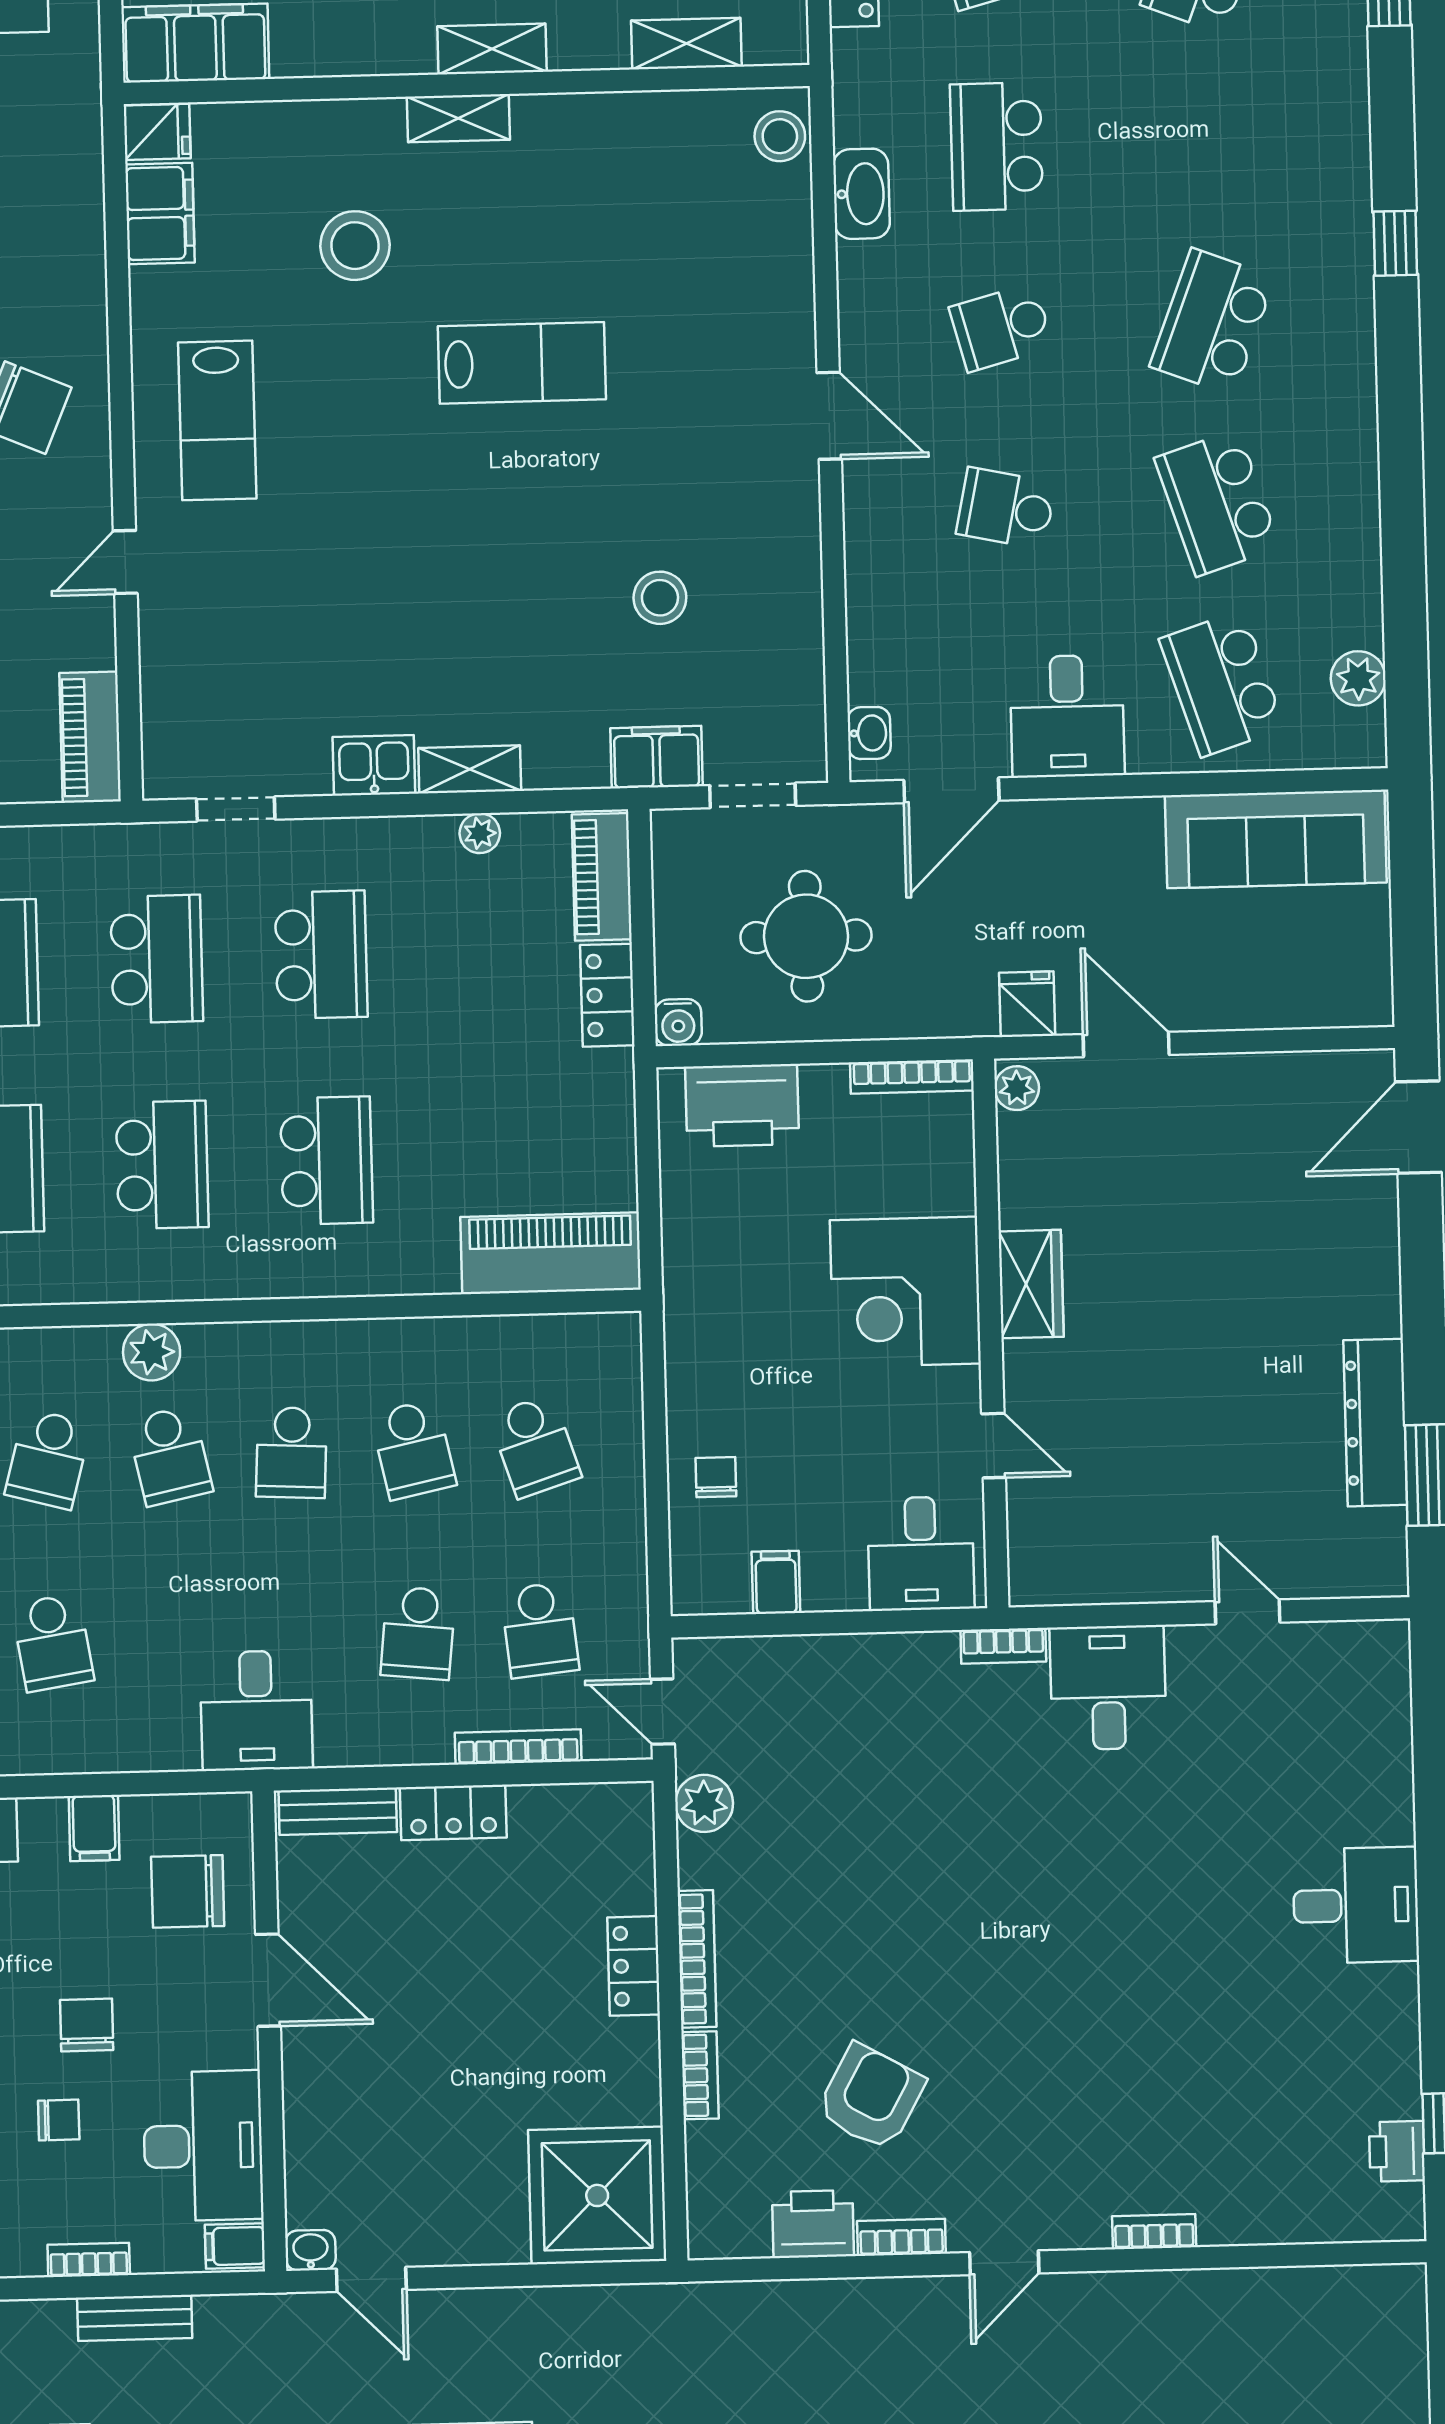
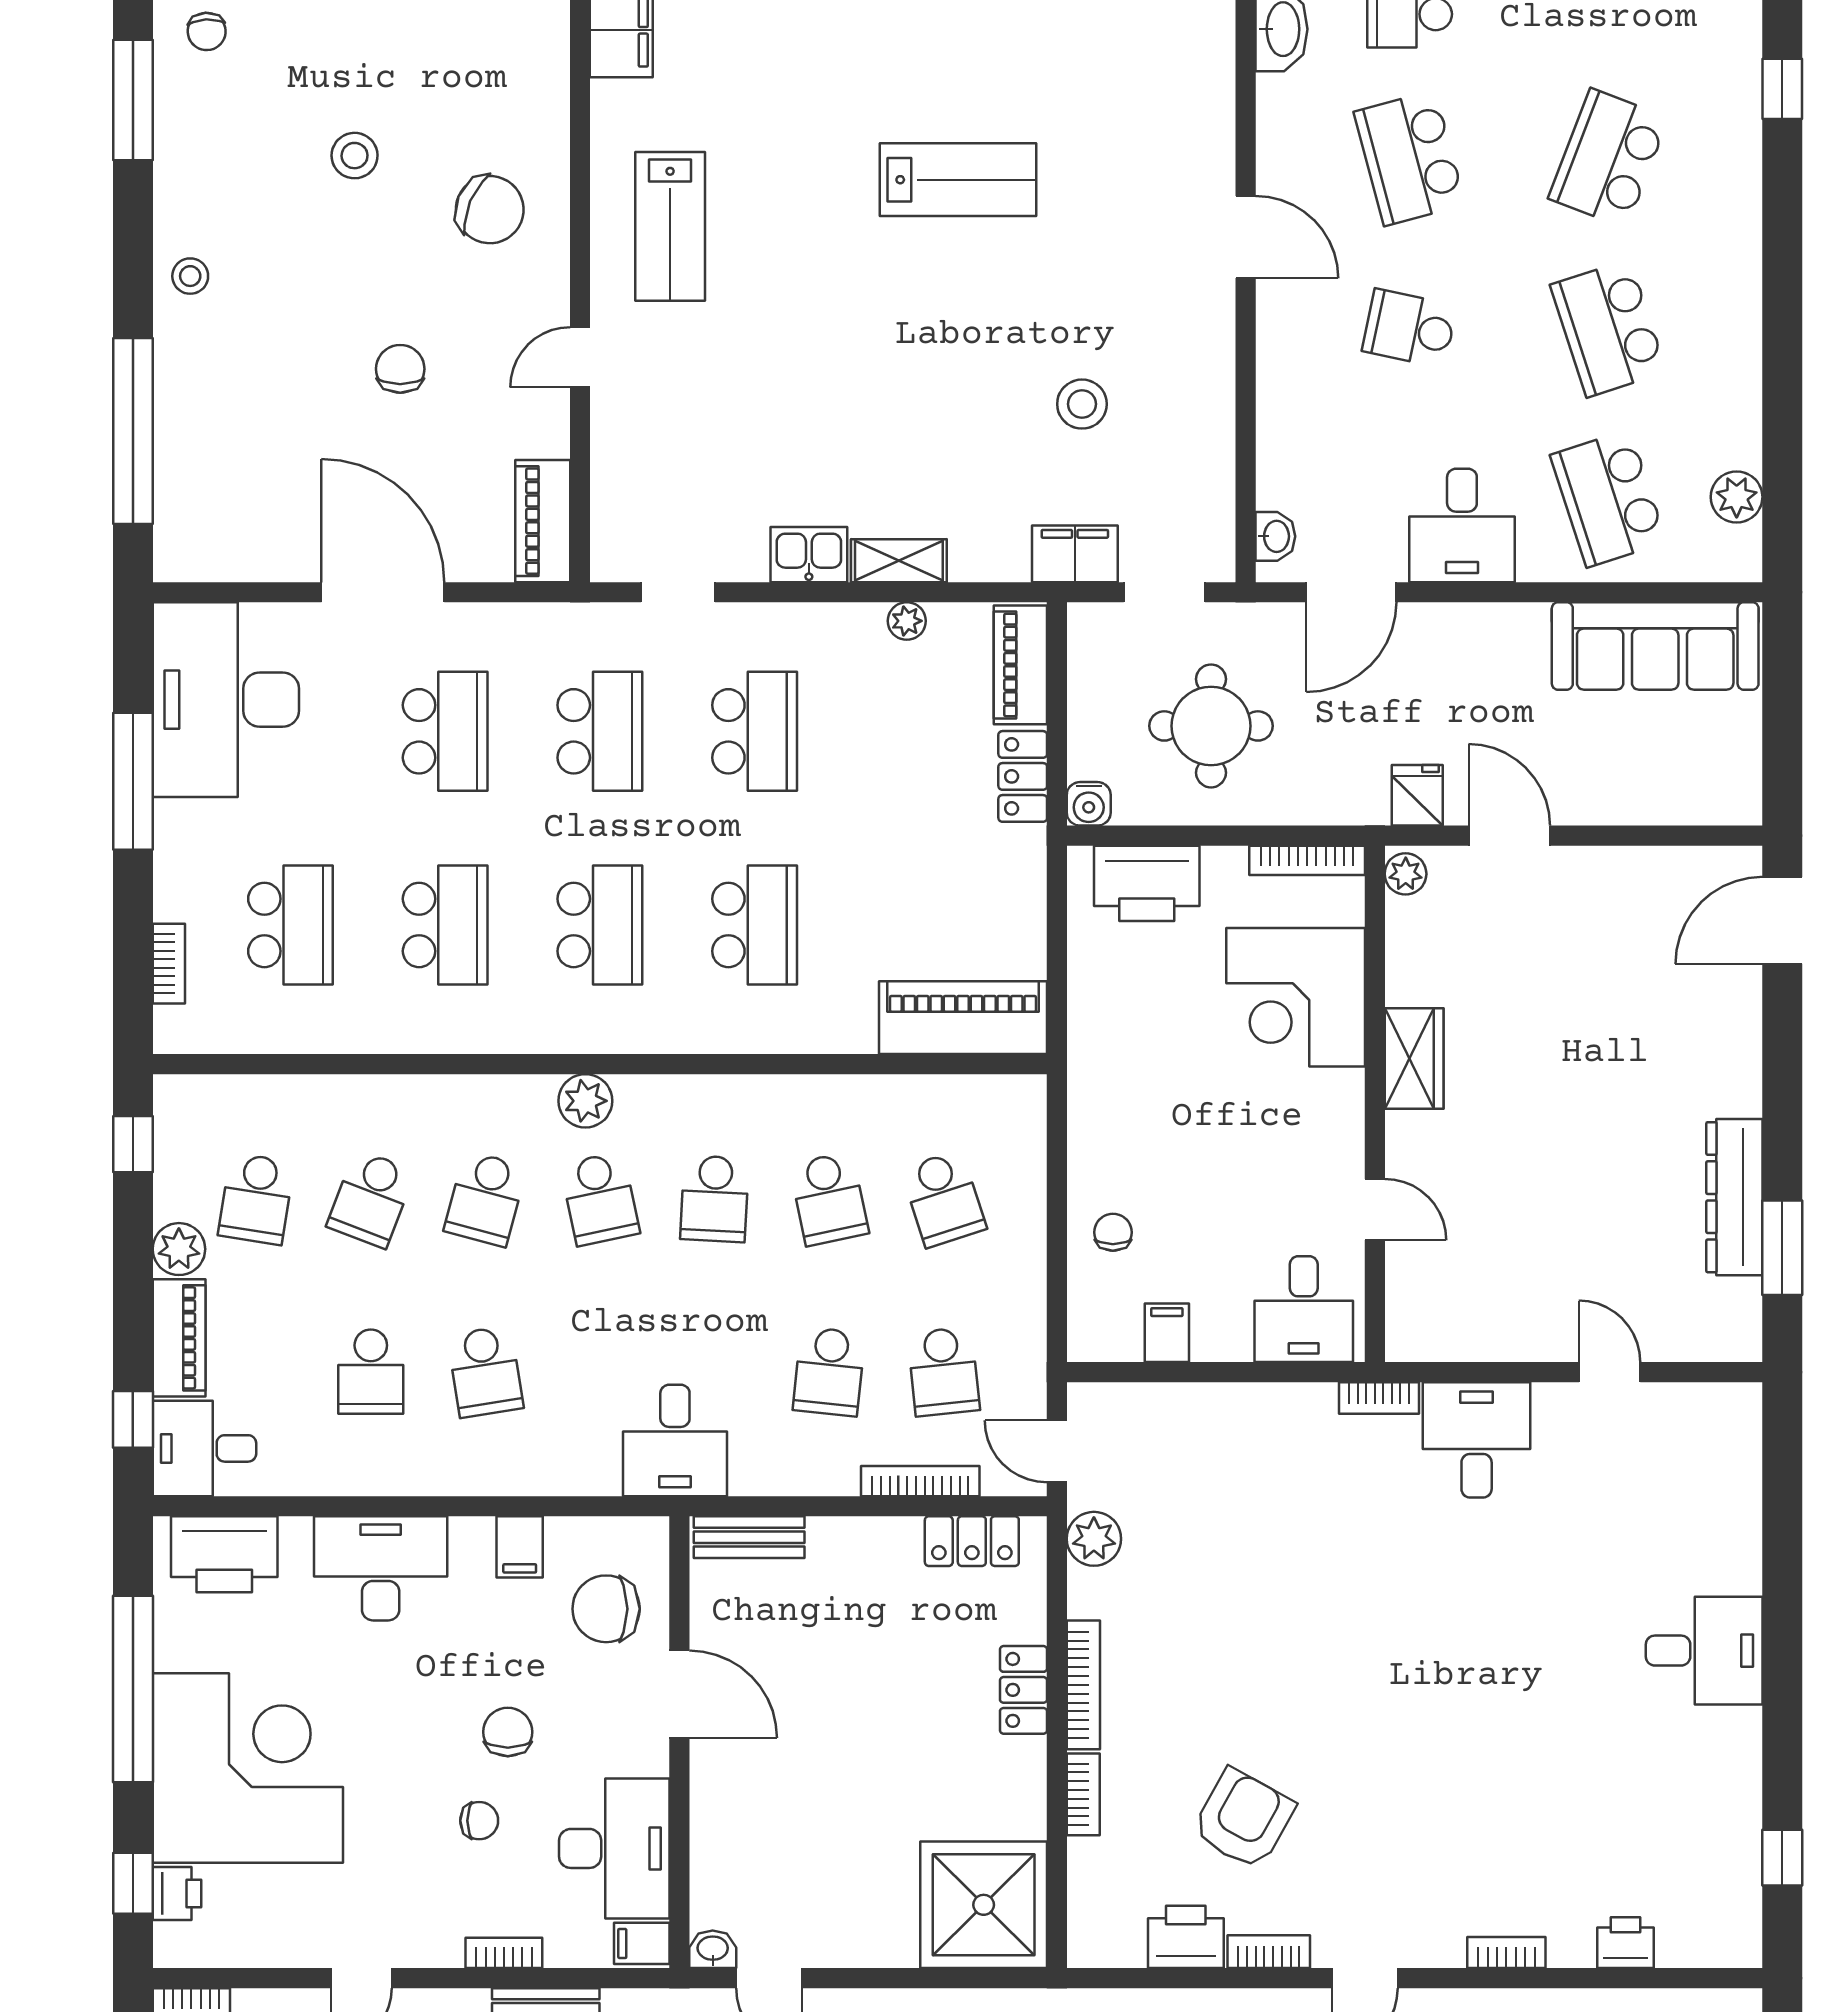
stool: (355, 246) -> (804, 65), removed
school desk: (1001, 327) -> (1410, 158), width x1.85
corner desk: (905, 1292) -> (1296, 997), moved
locker: (453, 1812) -> (972, 1541), moved
printer: (1397, 2151) -> (1626, 1943), moved, turned 90

